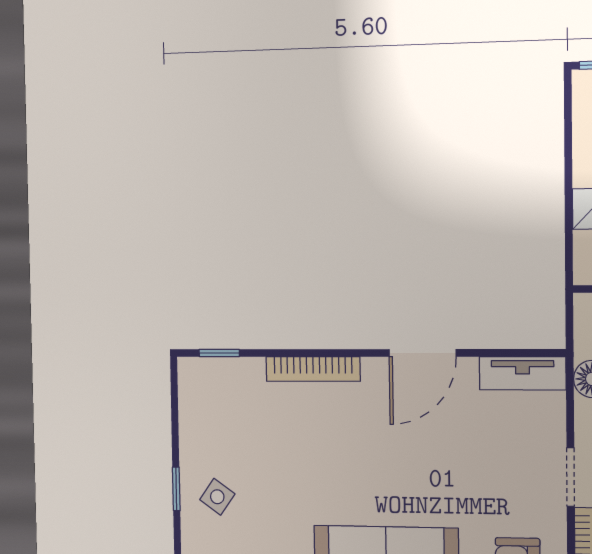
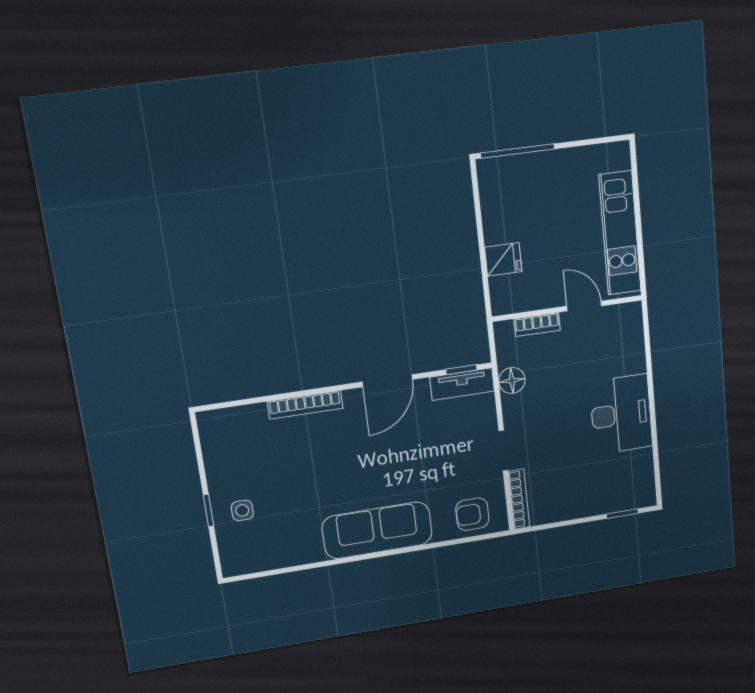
window: (219, 353) -> (461, 370), moved
side table: (217, 497) -> (242, 510), turned -35

